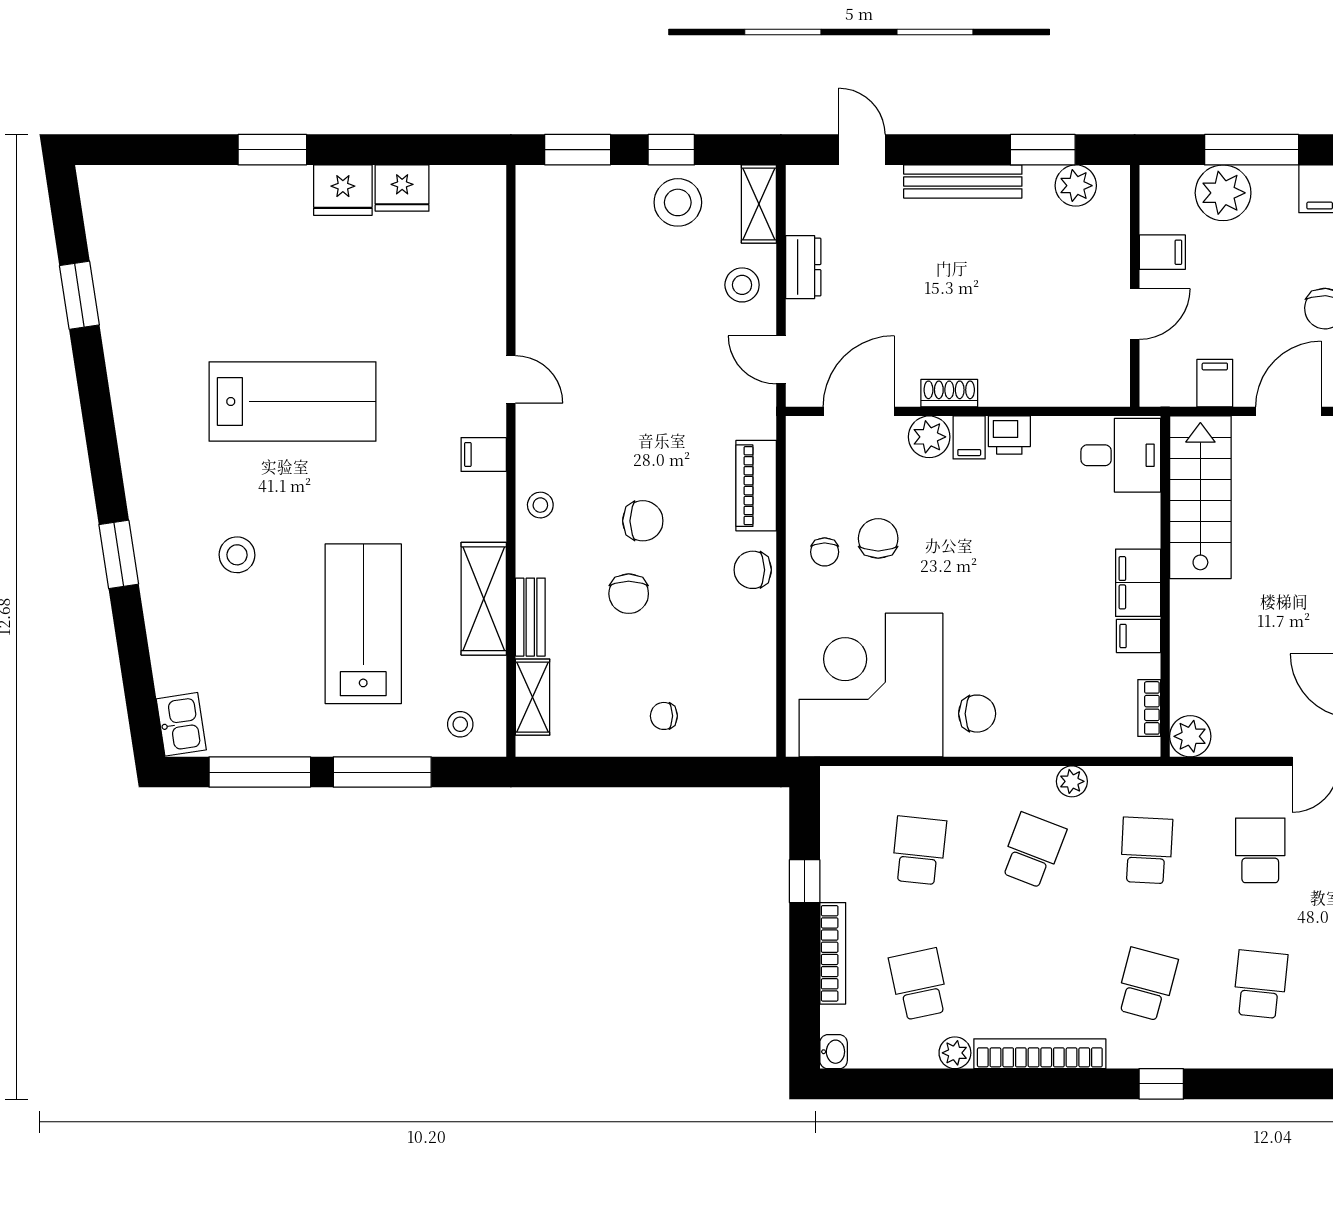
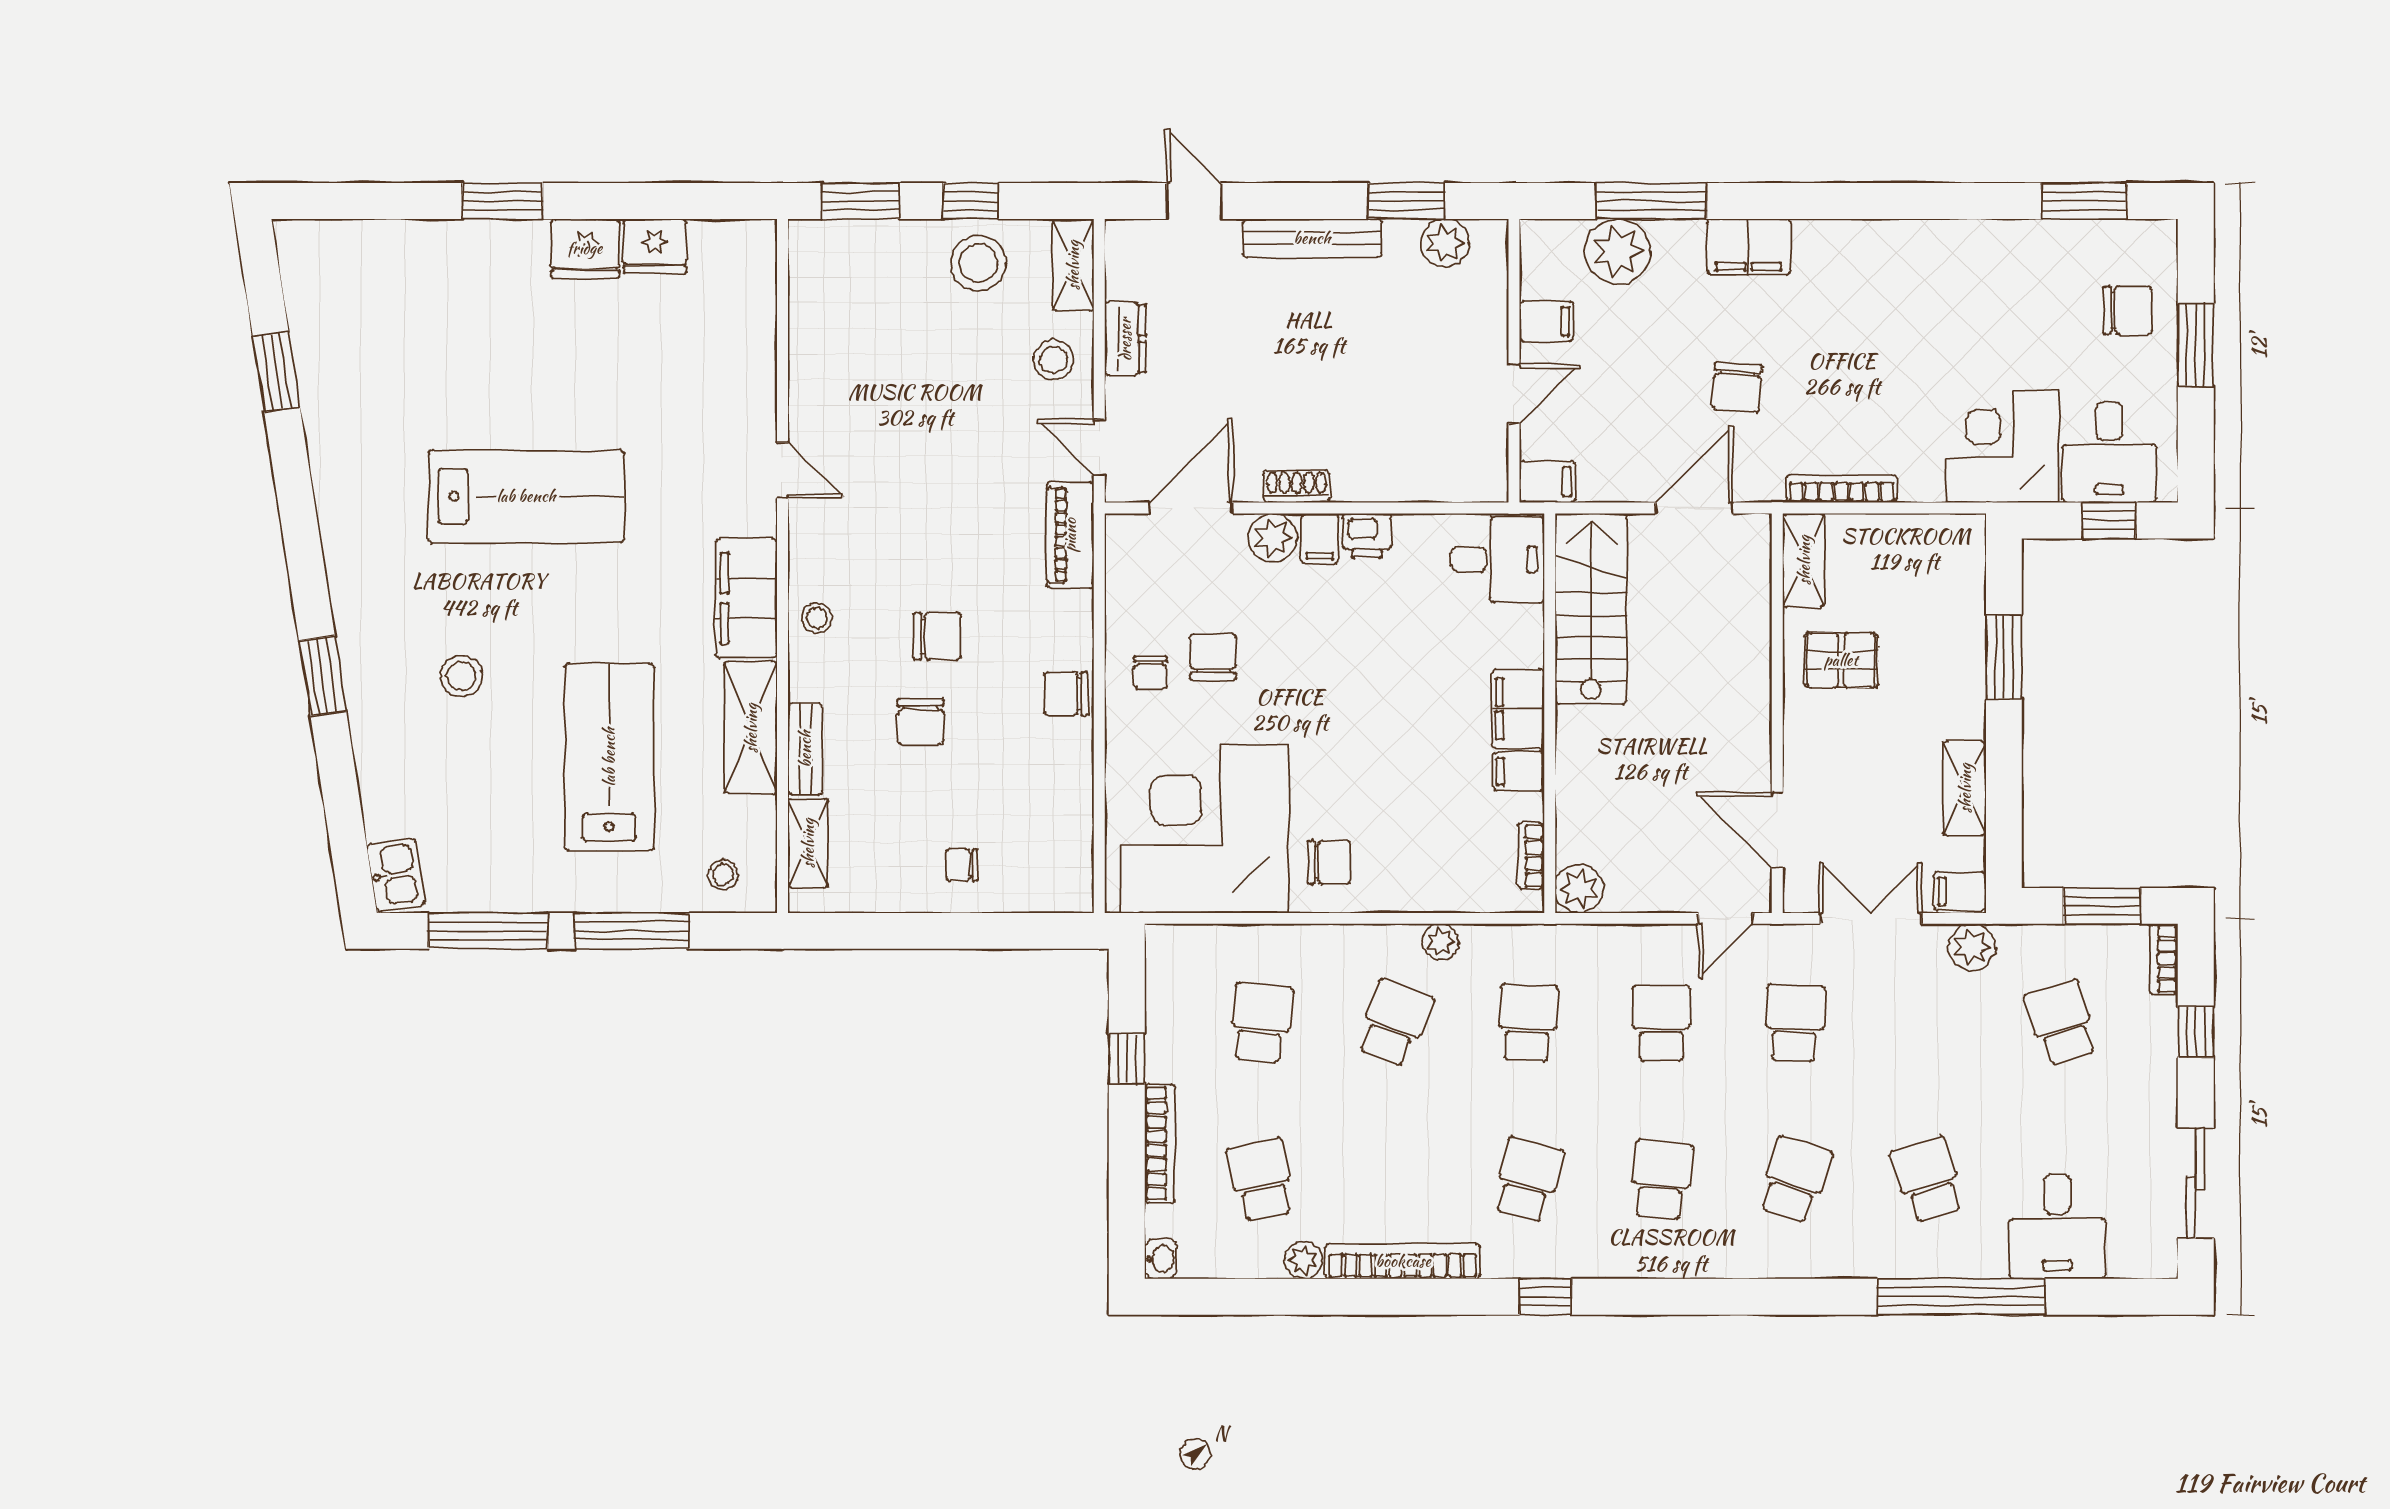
filing cabinet: (1215, 383) -> (1547, 482), moved, turned 90
filing cabinet: (484, 455) -> (746, 598), width x3.00, depth x1.17
piano: (756, 486) -> (1070, 535), moved

